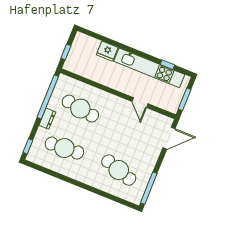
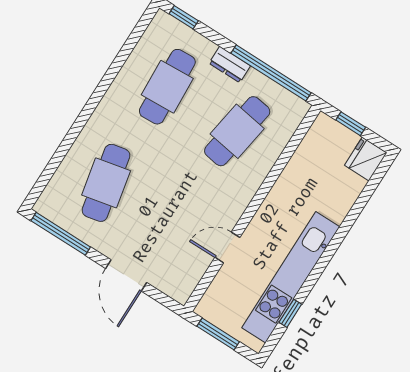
fridge: (107, 51) -> (366, 159), moved
door: (169, 138) -> (126, 275), moved
cafe table: (119, 170) -> (106, 183), turned -30

